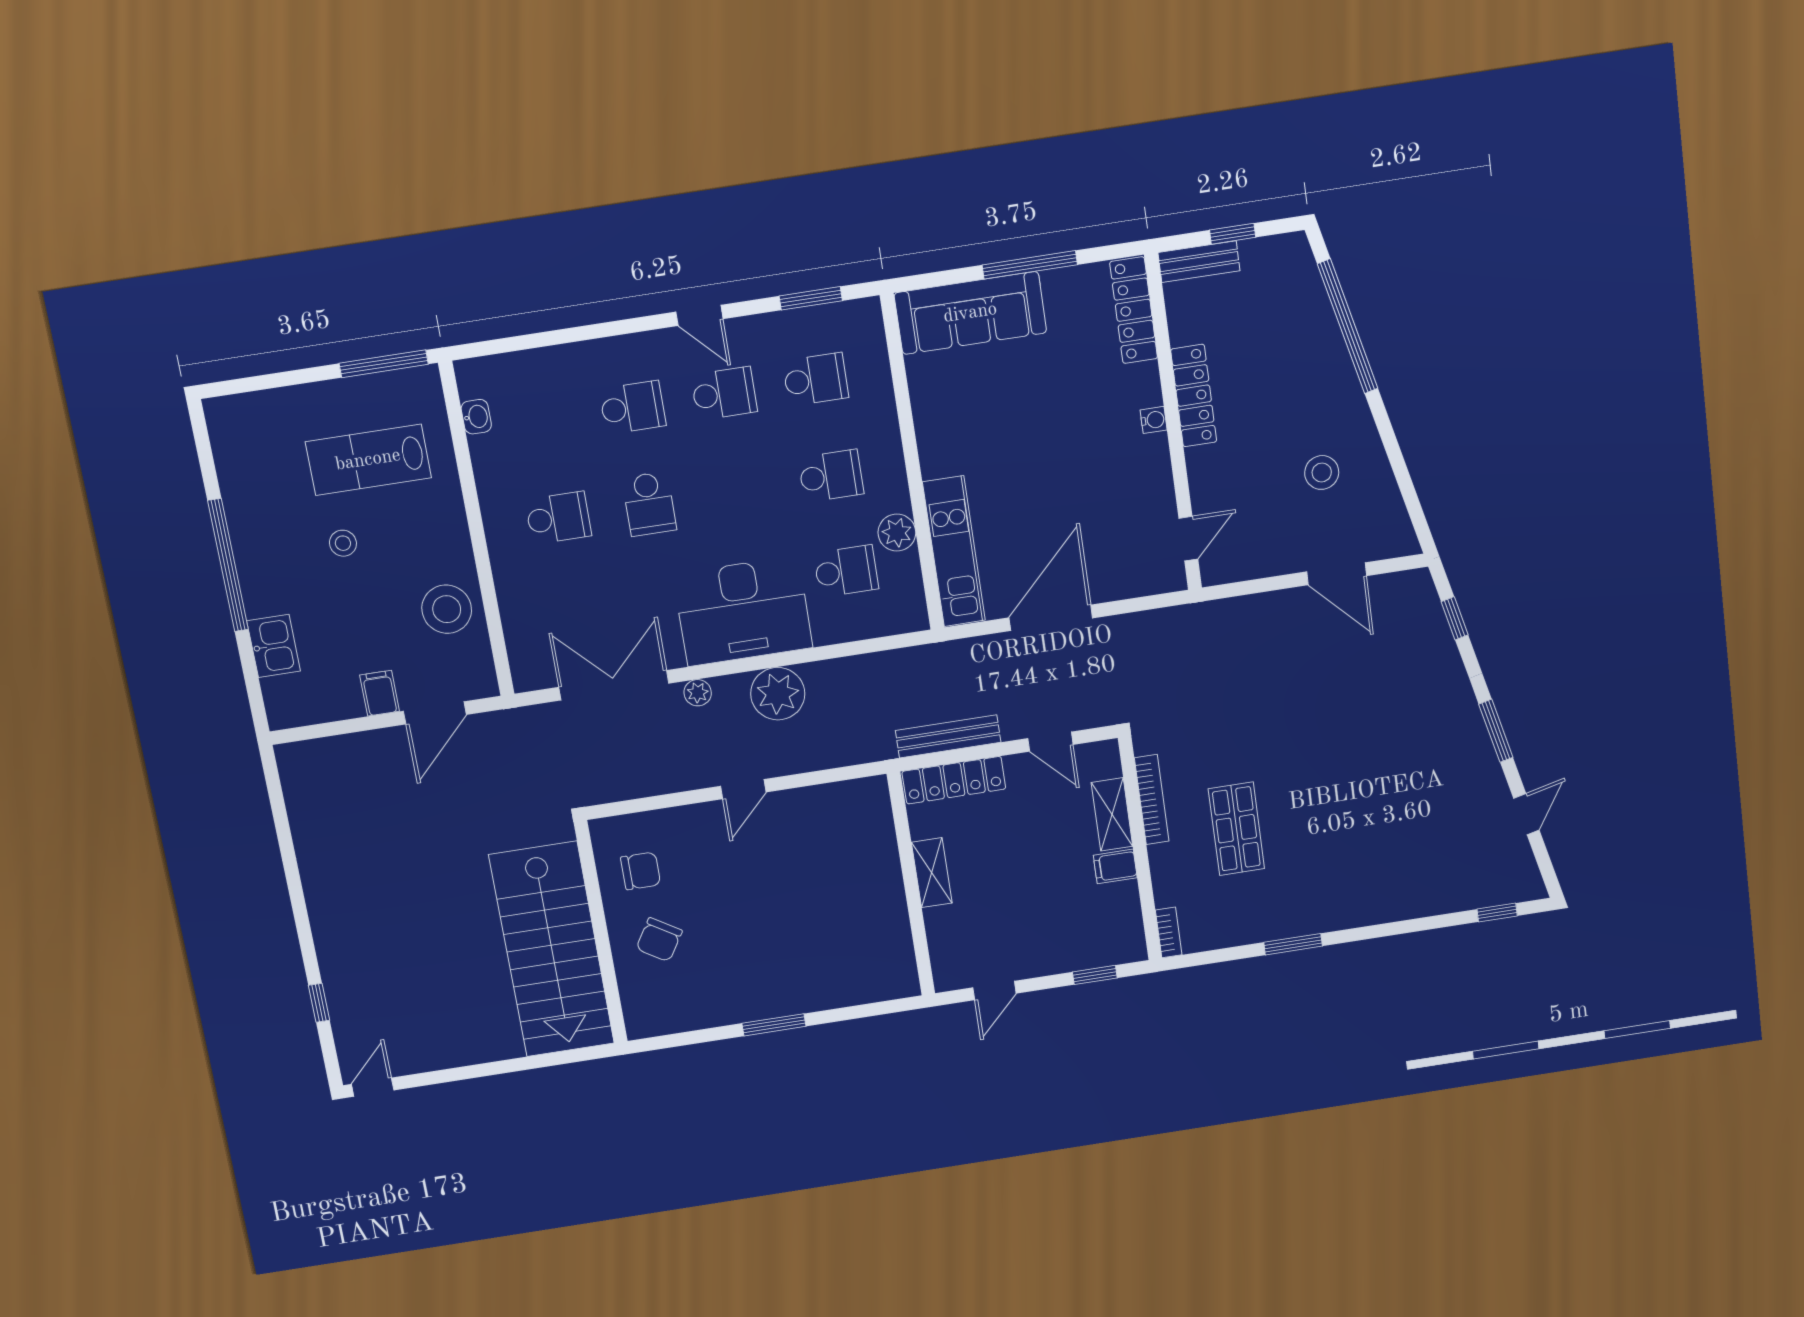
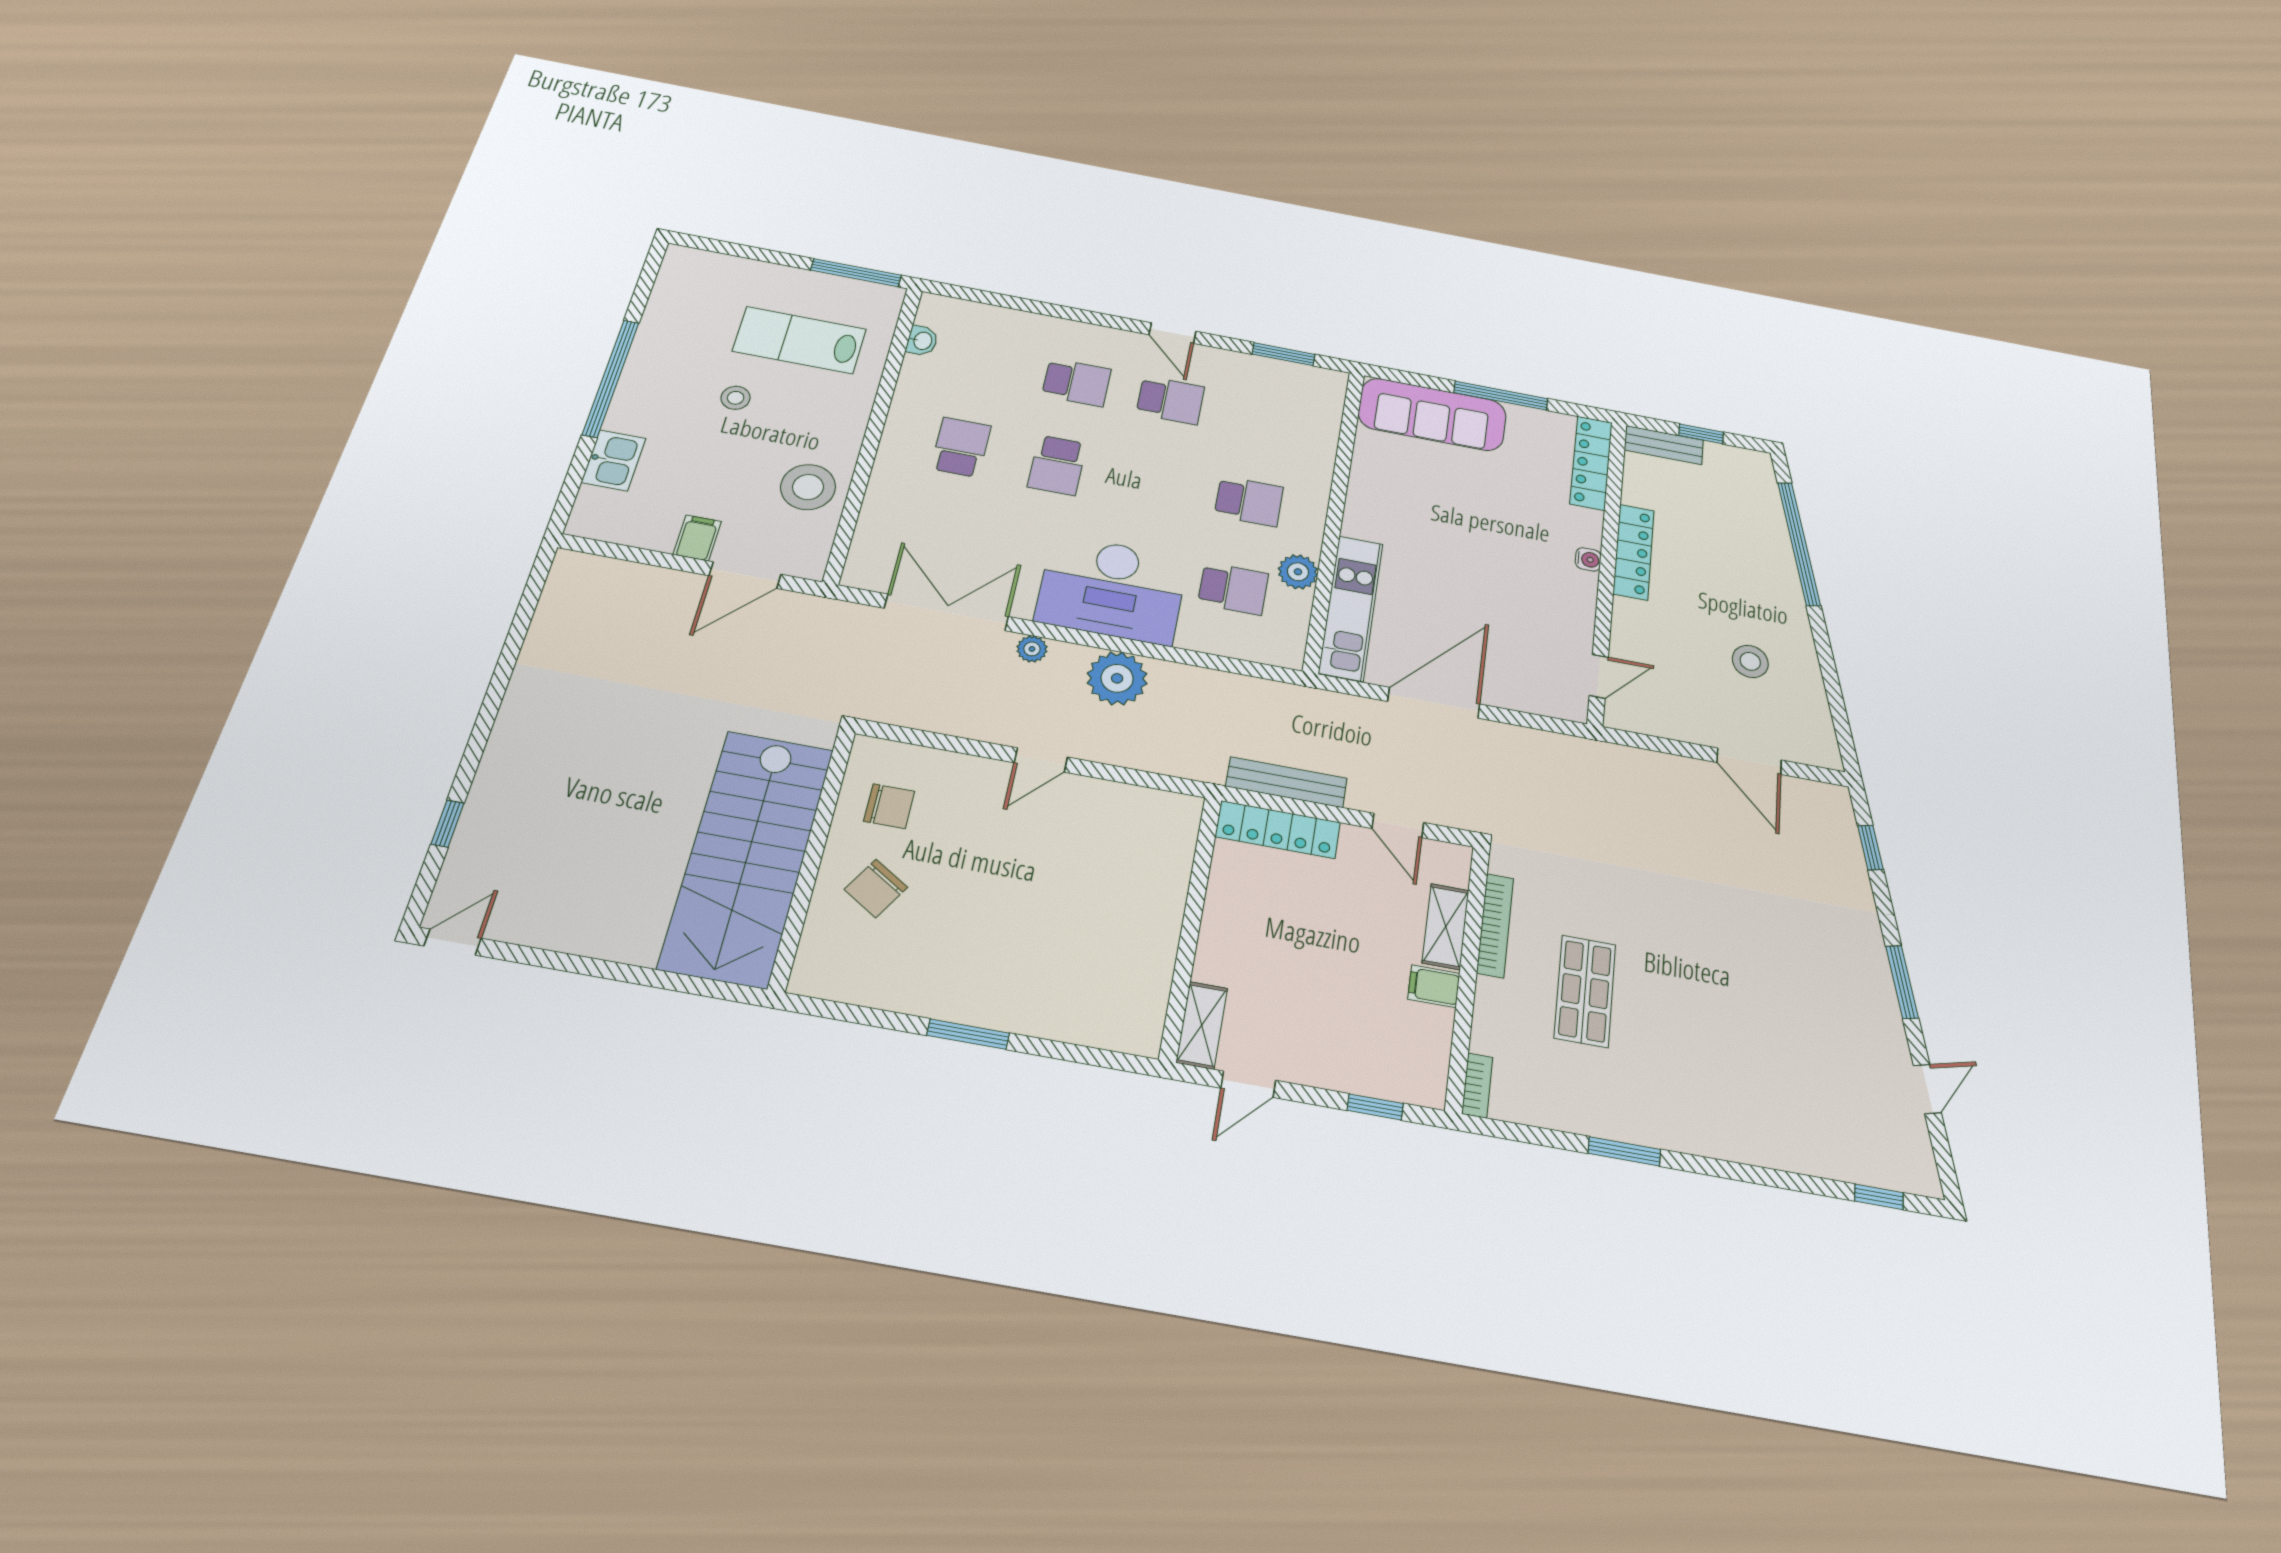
school desk: (816, 379) -> (1264, 418), removed
school desk: (558, 518) -> (961, 447), turned -90
shelving: (932, 873) -> (1202, 1025), moved

